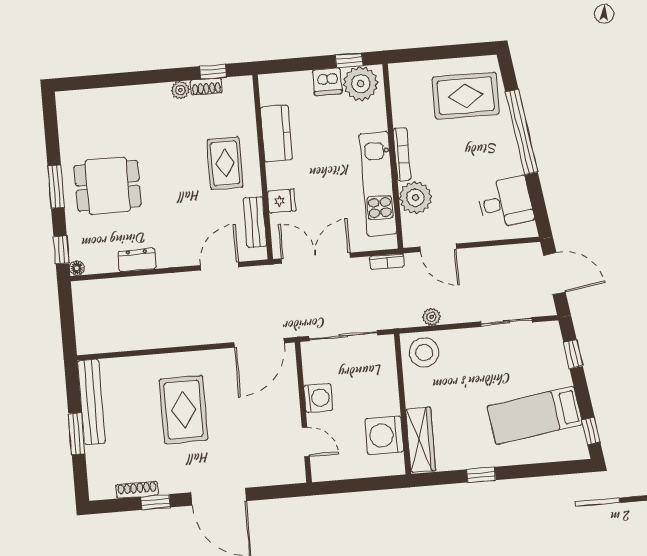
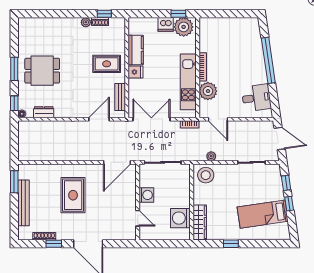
rug: (466, 96) -> (240, 38), removed
rug: (225, 163) -> (107, 64), turned 90
fridge: (282, 201) -> (136, 72), moved
dresser: (137, 260) -> (44, 112), moved
bench: (91, 402) -> (24, 203), moved
window: (591, 431) -> (289, 204), moved
window: (77, 434) -> (14, 182), moved

